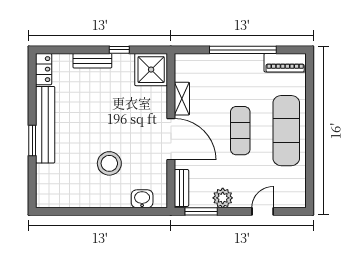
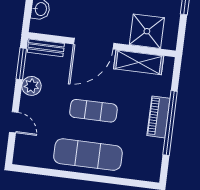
piano: (285, 63) -> (158, 117), moved
shower: (151, 70) -> (147, 31), moved
shelving: (182, 99) -> (139, 62), width x1.50, depth x1.33

